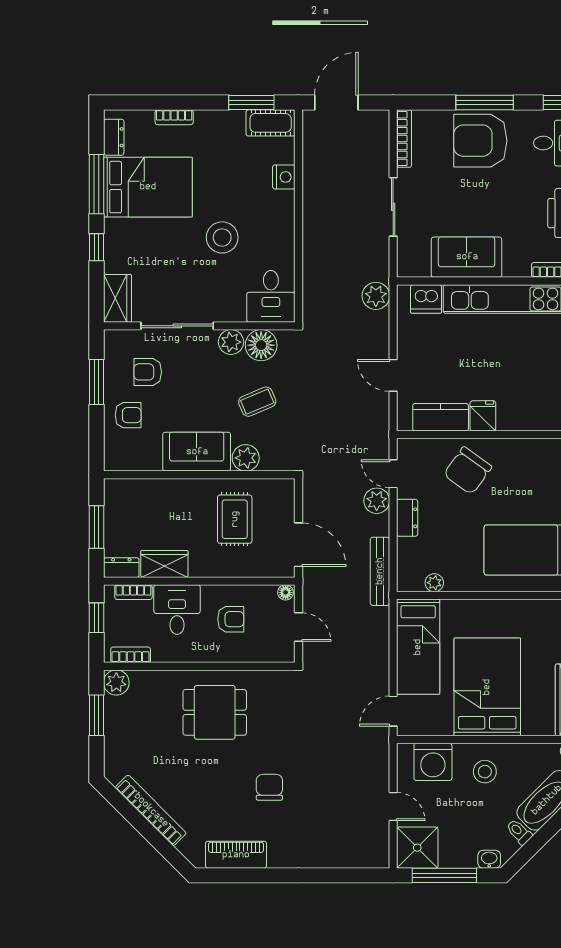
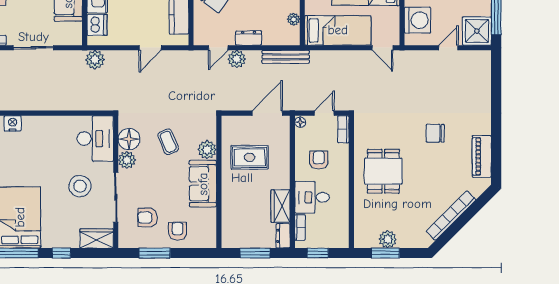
stool: (222, 237) -> (80, 186), moved
desk: (271, 296) -> (95, 139), width x1.37
armchair: (148, 372) -> (148, 218), turned 90
bookcase: (131, 655) -> (343, 129), moved
plant: (116, 682) -> (388, 239), moved

